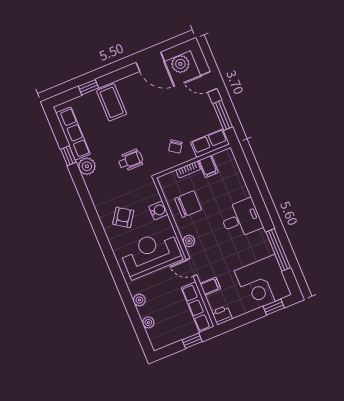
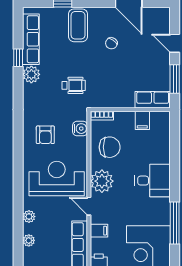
plant: (180, 64) -> (155, 16), removed
chair: (175, 146) -> (111, 43), moved
bookcase: (188, 170) -> (102, 116), moved
water cooler: (158, 210) -> (80, 129), moved
armchair: (123, 217) -> (45, 135), turned 146
plant: (189, 241) -> (102, 181), width x1.87, depth x1.87

